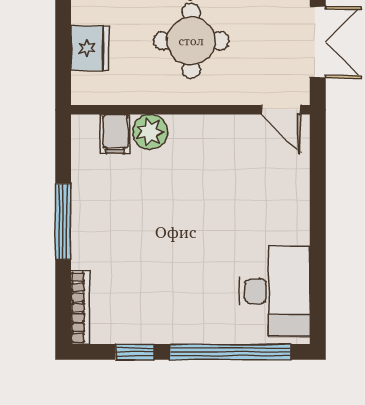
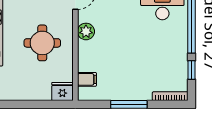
fridge: (90, 48) -> (62, 92), moved
plant: (150, 132) -> (86, 31), moved

